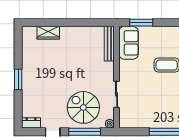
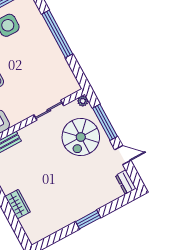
wardrobe: (48, 33) -> (18, 204), moved

